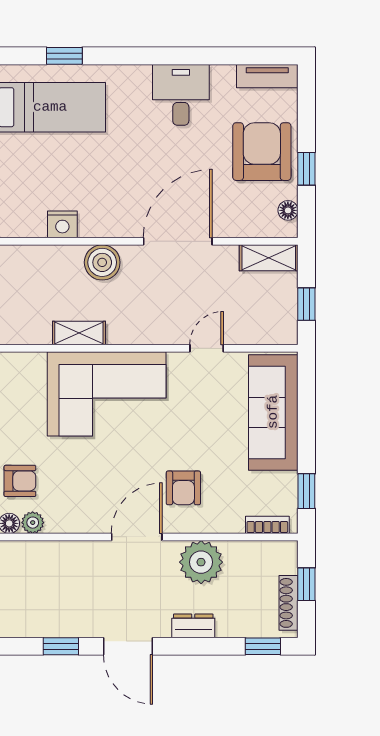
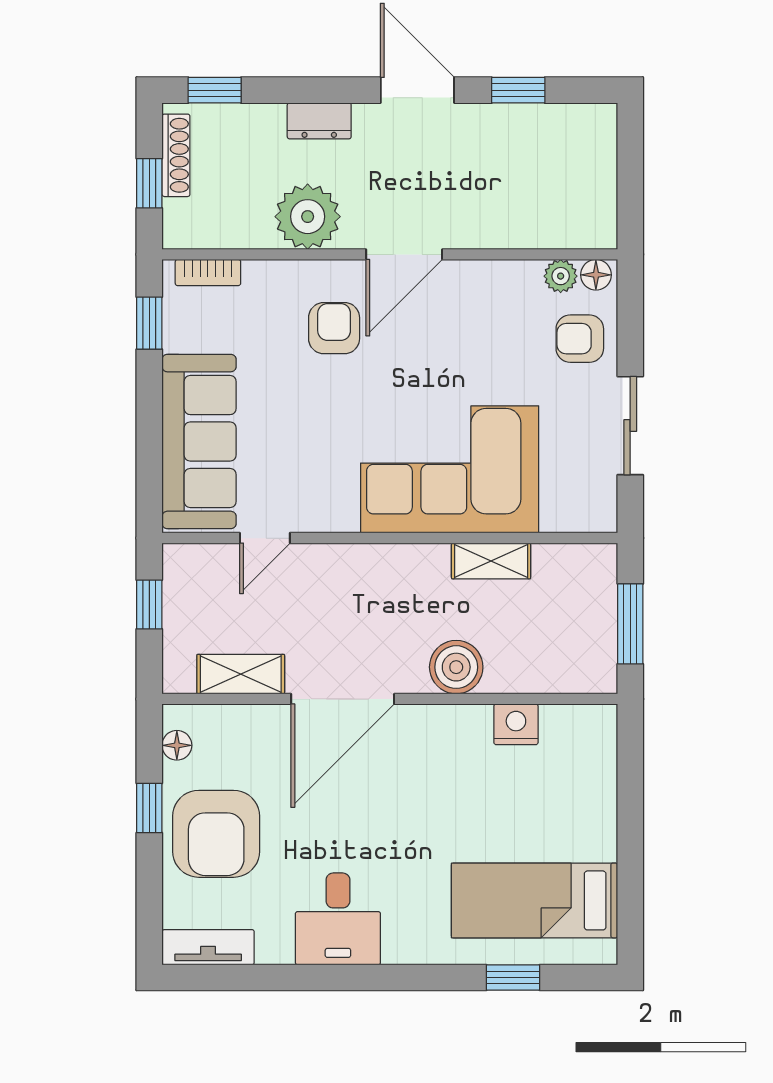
shelving: (269, 258) -> (241, 674), moved
door: (207, 348) -> (265, 538), moved

